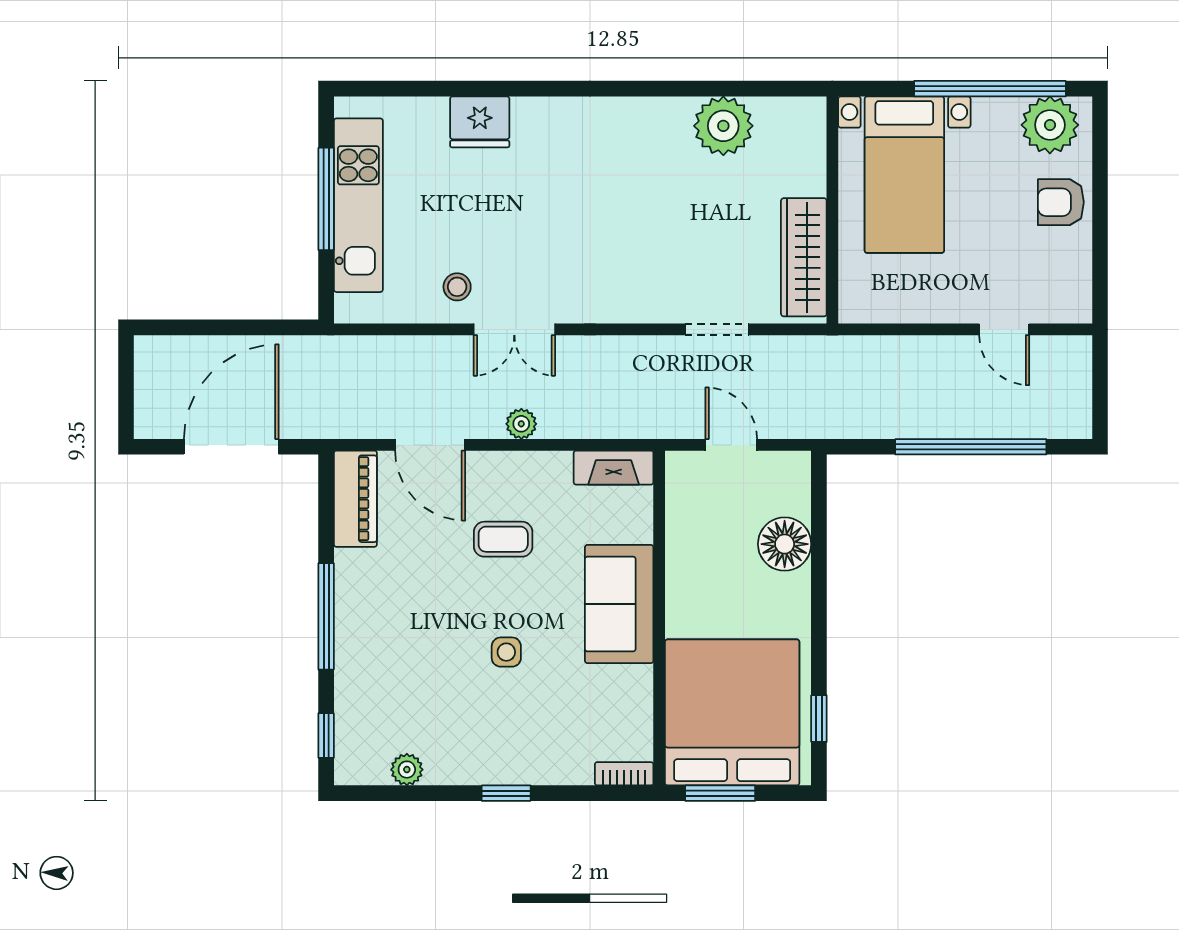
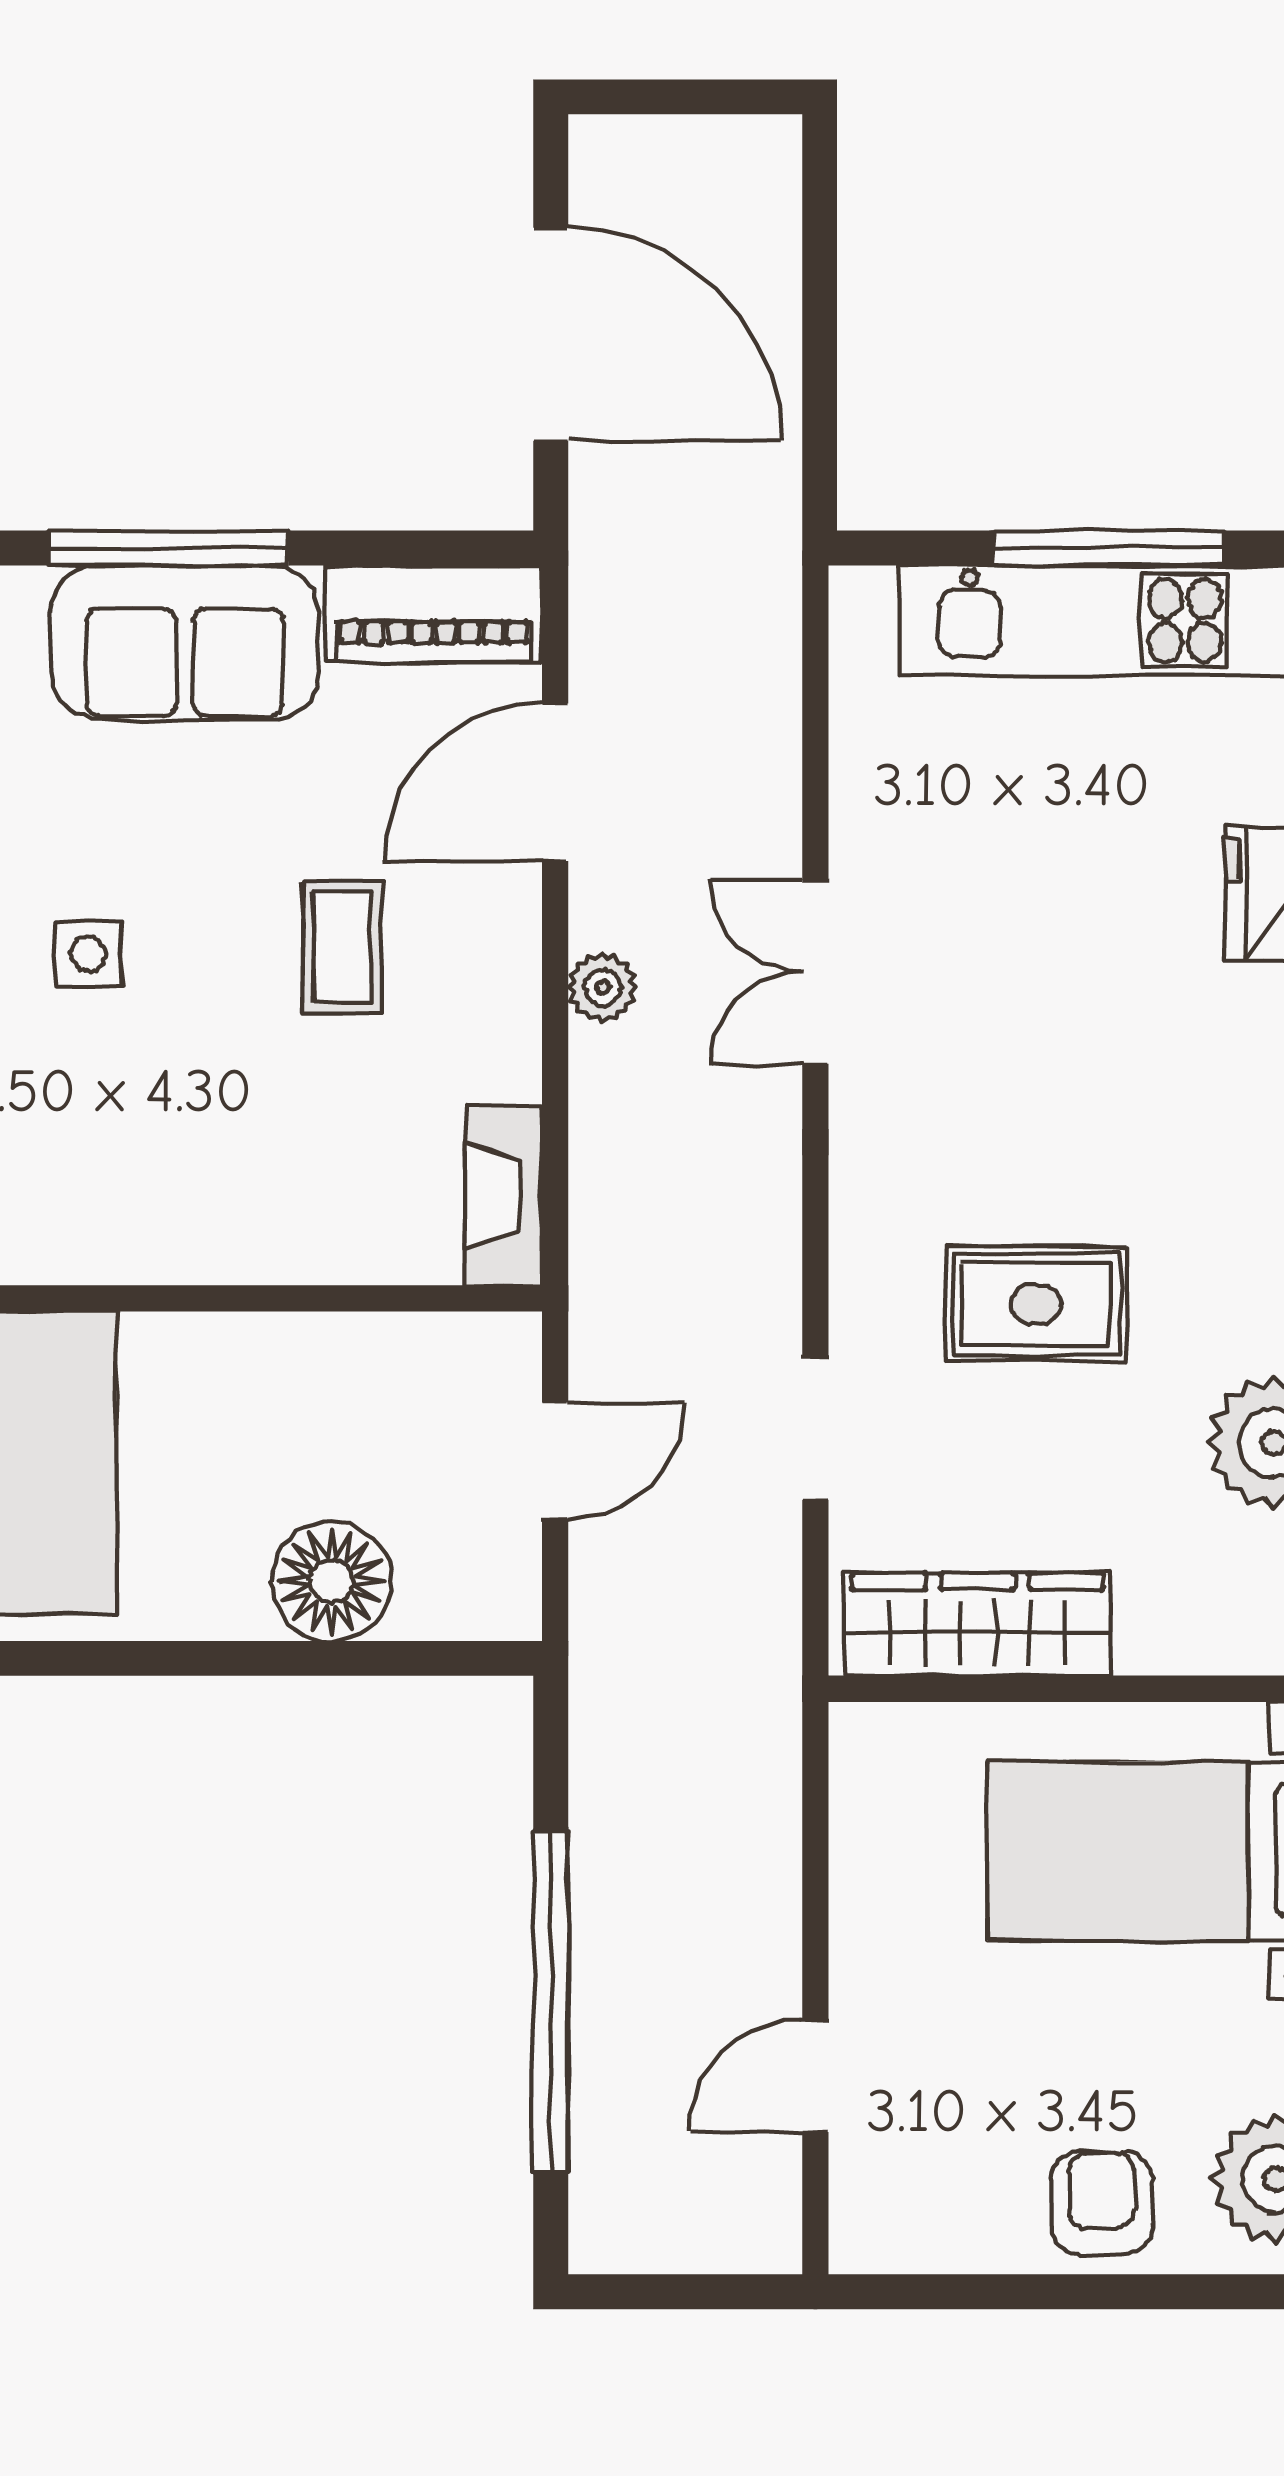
rug: (662, 231) -> (1036, 1304), added
stool: (457, 287) -> (911, 843), removed
sofa: (619, 604) -> (185, 642), moved, turned 180

